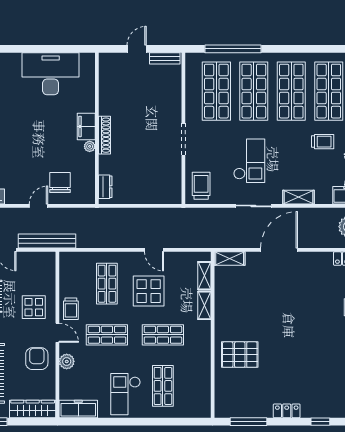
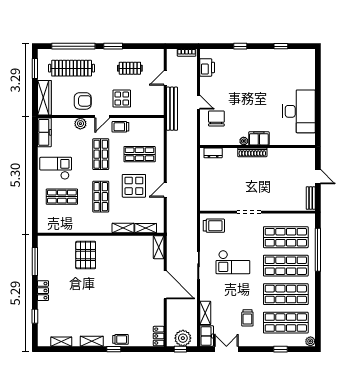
chair: (60, 182) -> (216, 118), turned -90
shelving: (299, 197) -> (205, 313), moved

